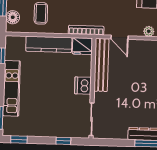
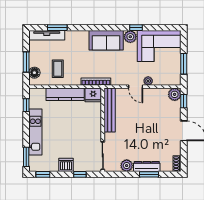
door: (120, 37) -> (136, 87), moved
dishwasher: (83, 86) -> (66, 165), moved, turned 90
plant: (120, 132) -> (127, 166), added

